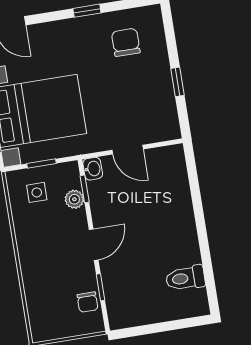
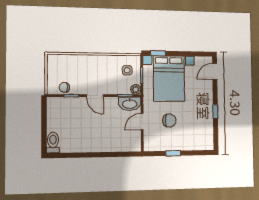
chair: (126, 42) -> (169, 121), moved
washbasin: (93, 169) -> (130, 104), width x1.91, depth x1.45
plant: (74, 199) -> (136, 89), moved
toilet: (185, 278) -> (53, 143), moved

